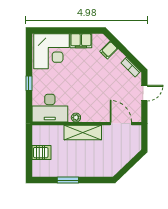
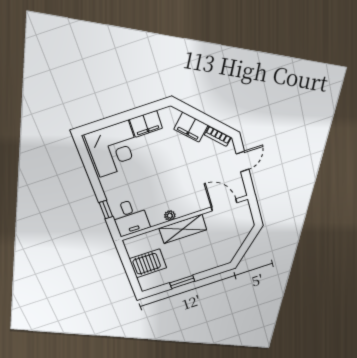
filing cabinet: (109, 50) -> (191, 127), width x2.00
window: (29, 83) -> (106, 210), moved
desk: (50, 108) -> (130, 217), width x0.73
server rack: (41, 153) -> (148, 263), width x1.36, depth x1.44

